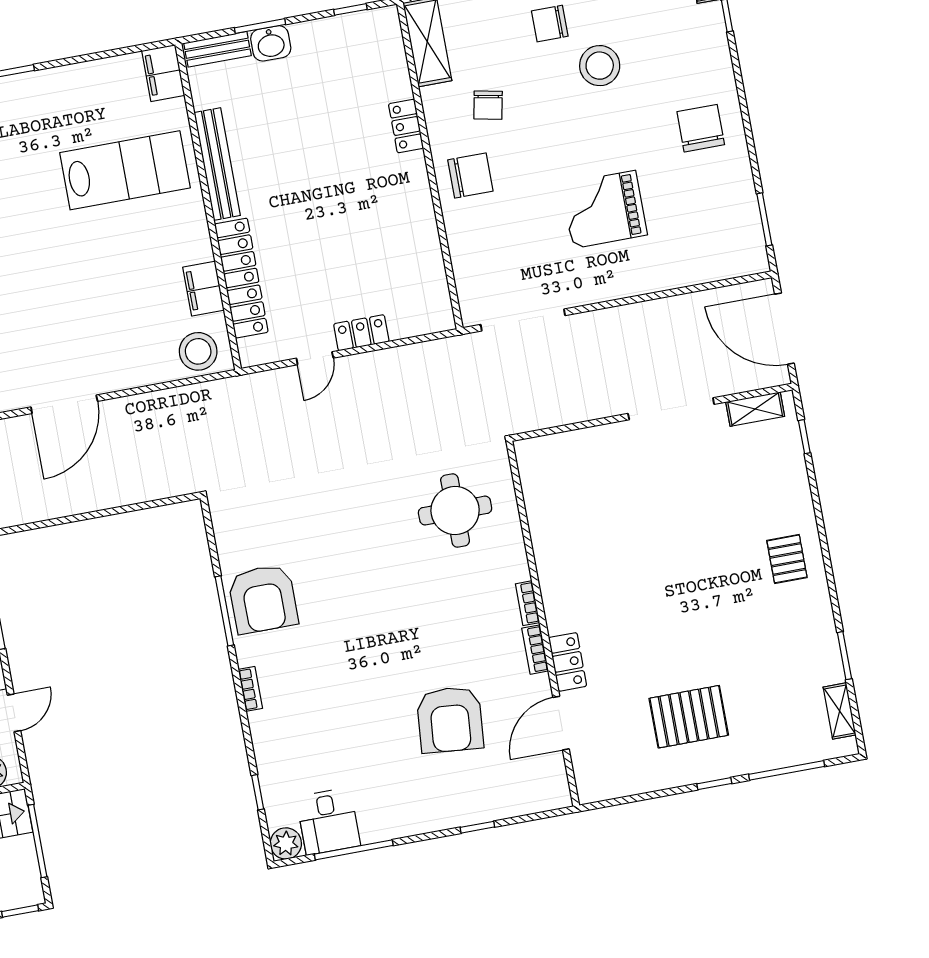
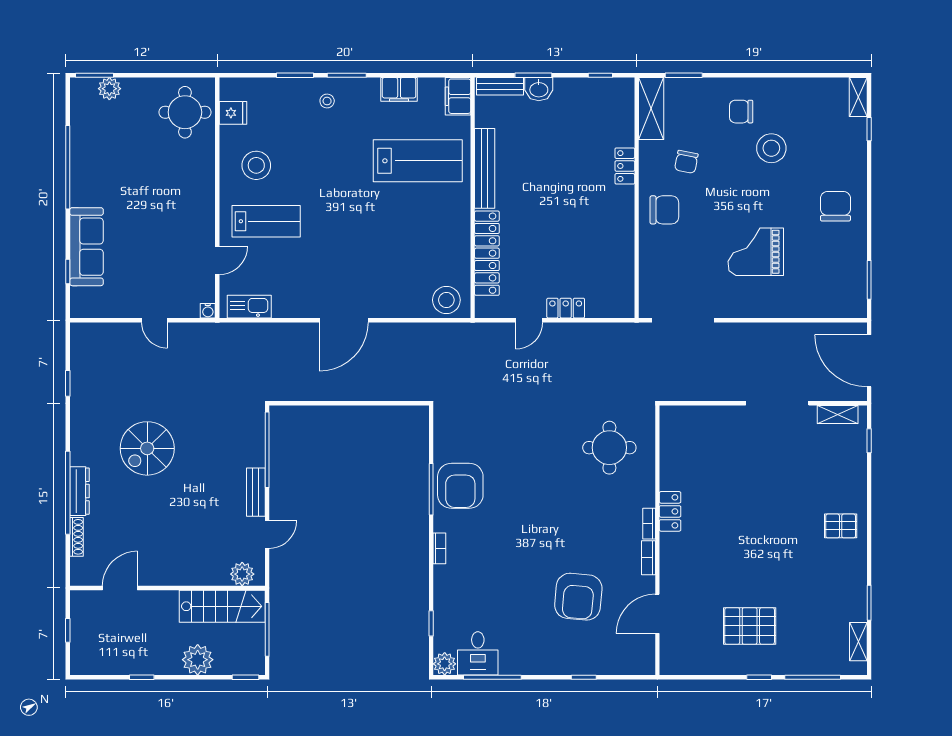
filing cabinet: (203, 289) -> (399, 89), moved, turned -90
pallet: (787, 559) -> (841, 526), turned 90
locker: (568, 662) -> (670, 511), moved

